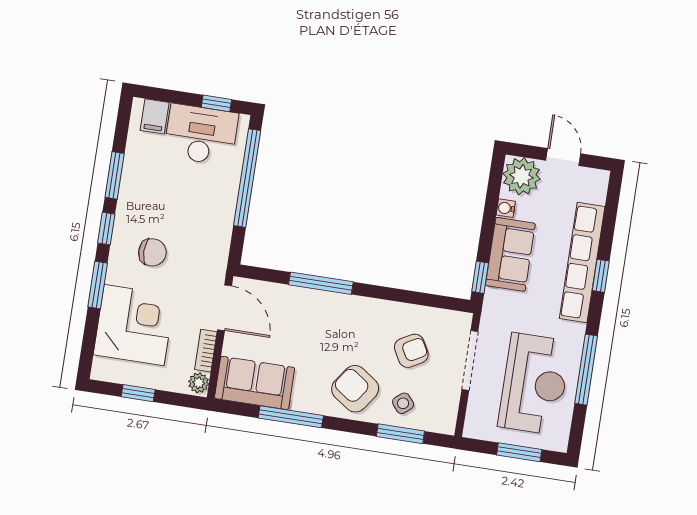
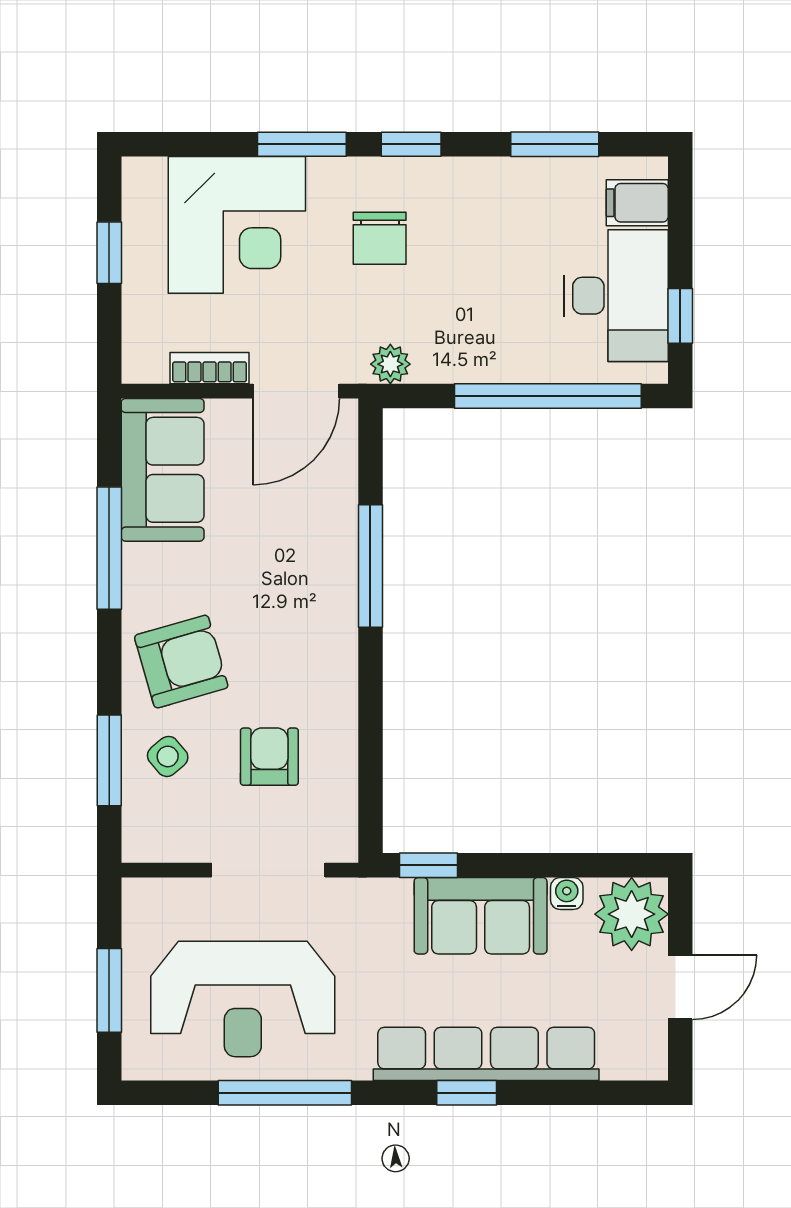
window: (115, 175) -> (555, 144), moved
armchair: (411, 351) -> (269, 757), turned -151
plant: (199, 383) -> (390, 364), moved
armchair: (355, 389) -> (181, 662), turned 39

